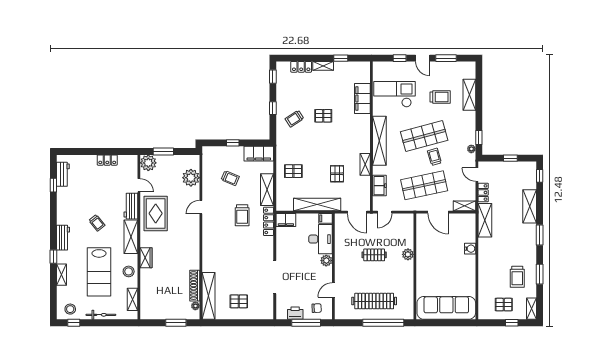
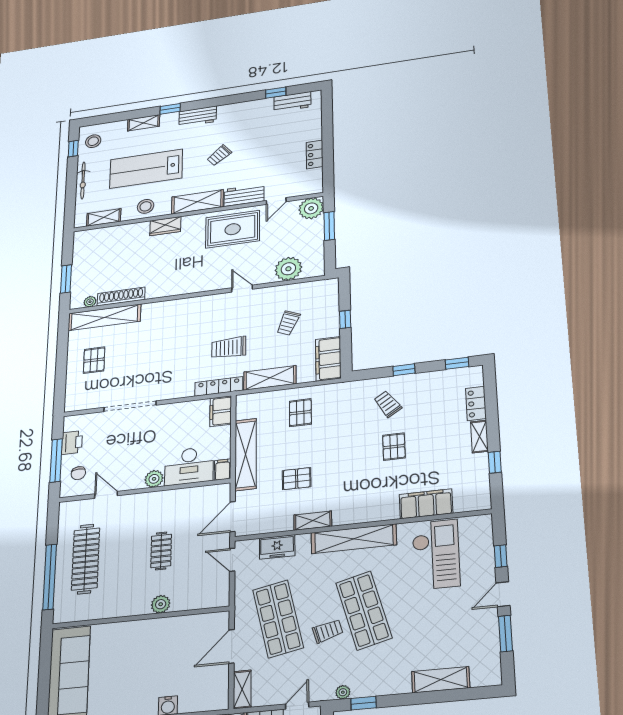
trolley: (440, 97) -> (434, 630), removed

